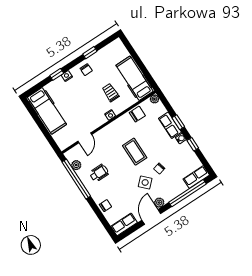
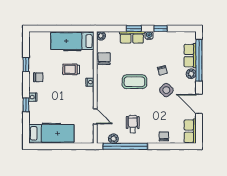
row of seats: (196, 177) -> (190, 56), moved
plant: (159, 203) -> (191, 74), moved

